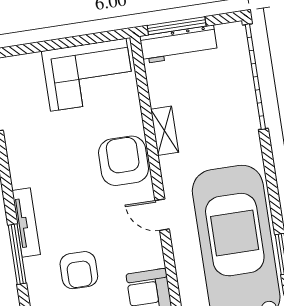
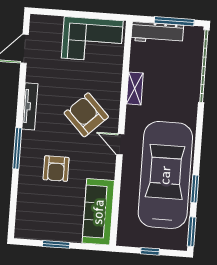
window: (177, 26) -> (174, 21), moved
armchair: (124, 161) -> (86, 115), moved, turned -44
tv unit: (26, 222) -> (30, 106), moved

